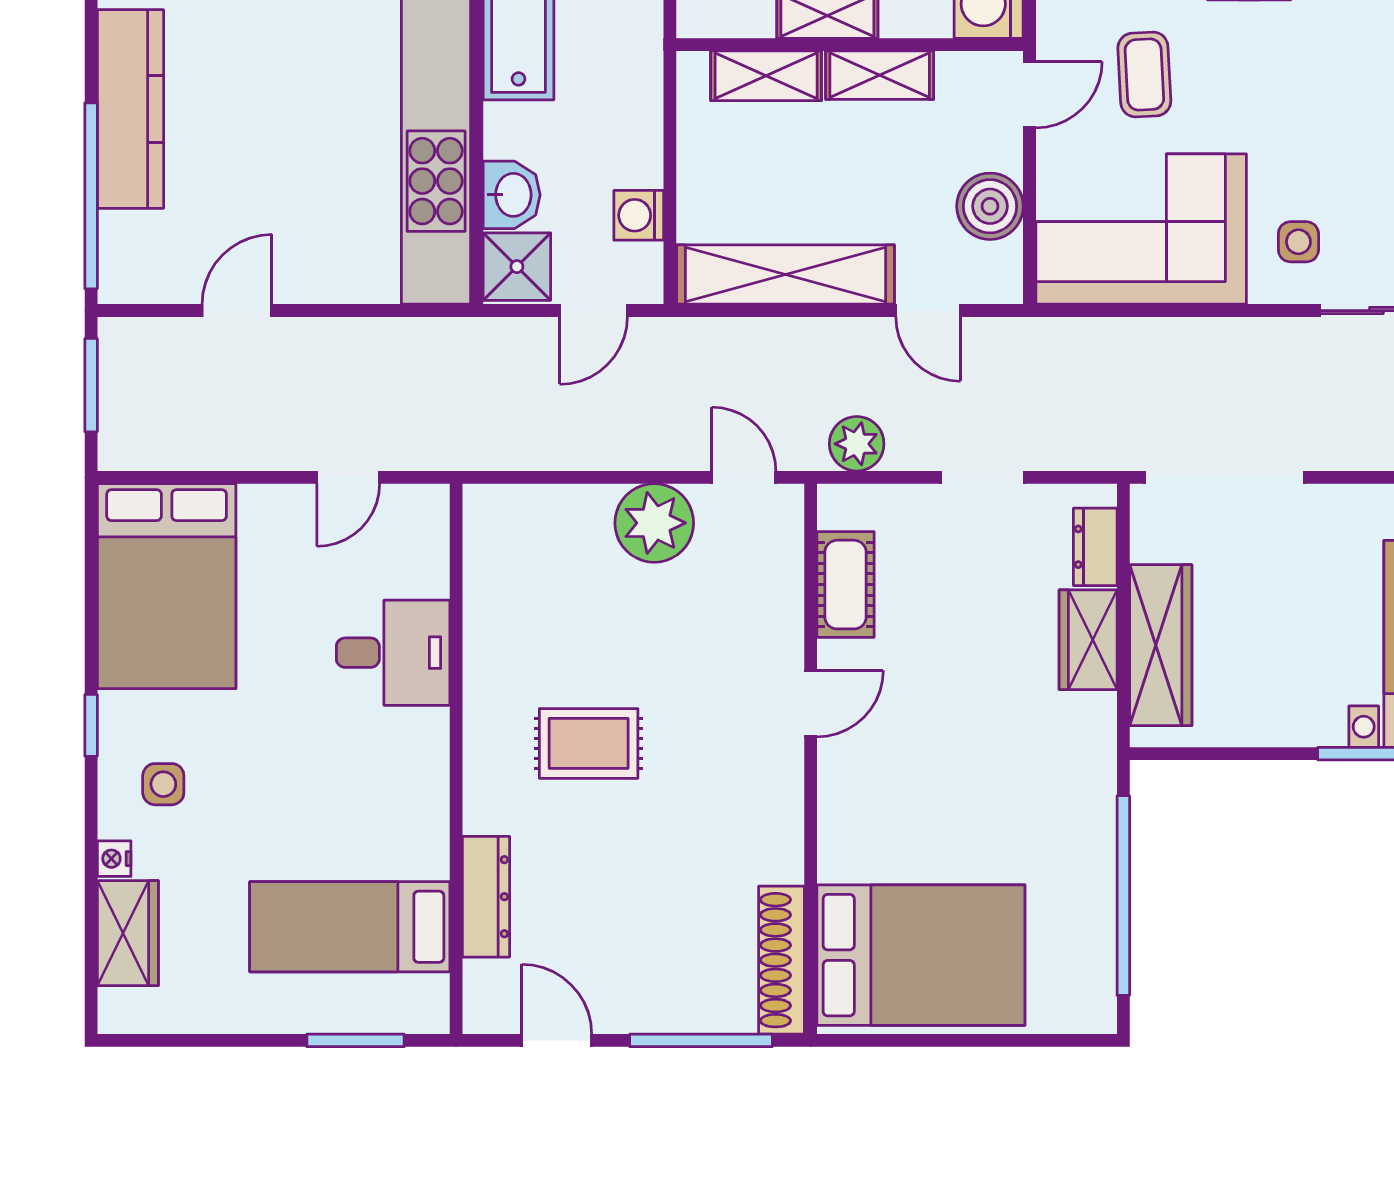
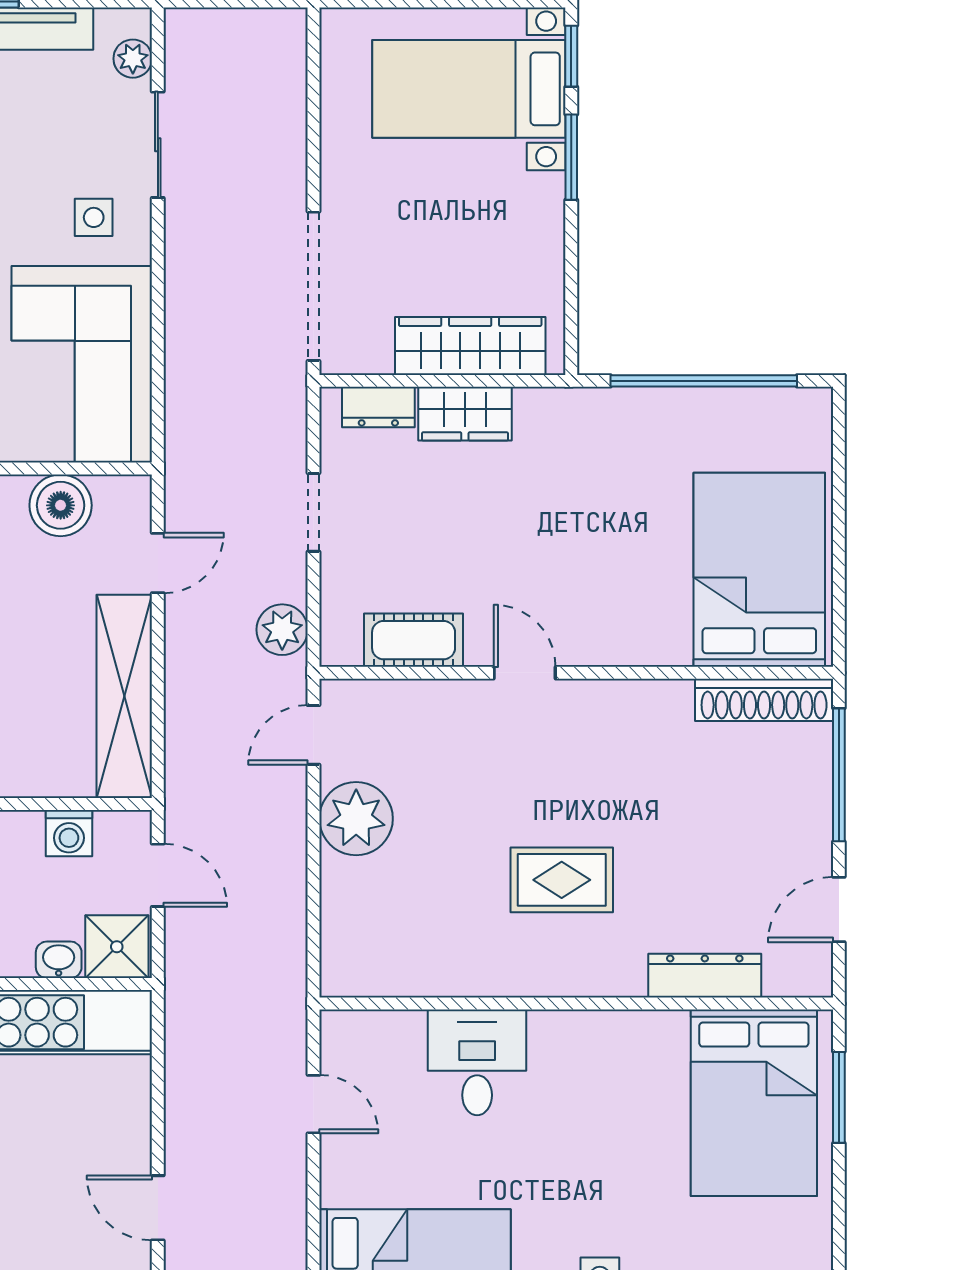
washbasin: (512, 195) -> (59, 960), width x0.72, depth x0.69
rug: (589, 743) -> (562, 880), turned 90
bed: (350, 927) -> (754, 1103), width x1.50

